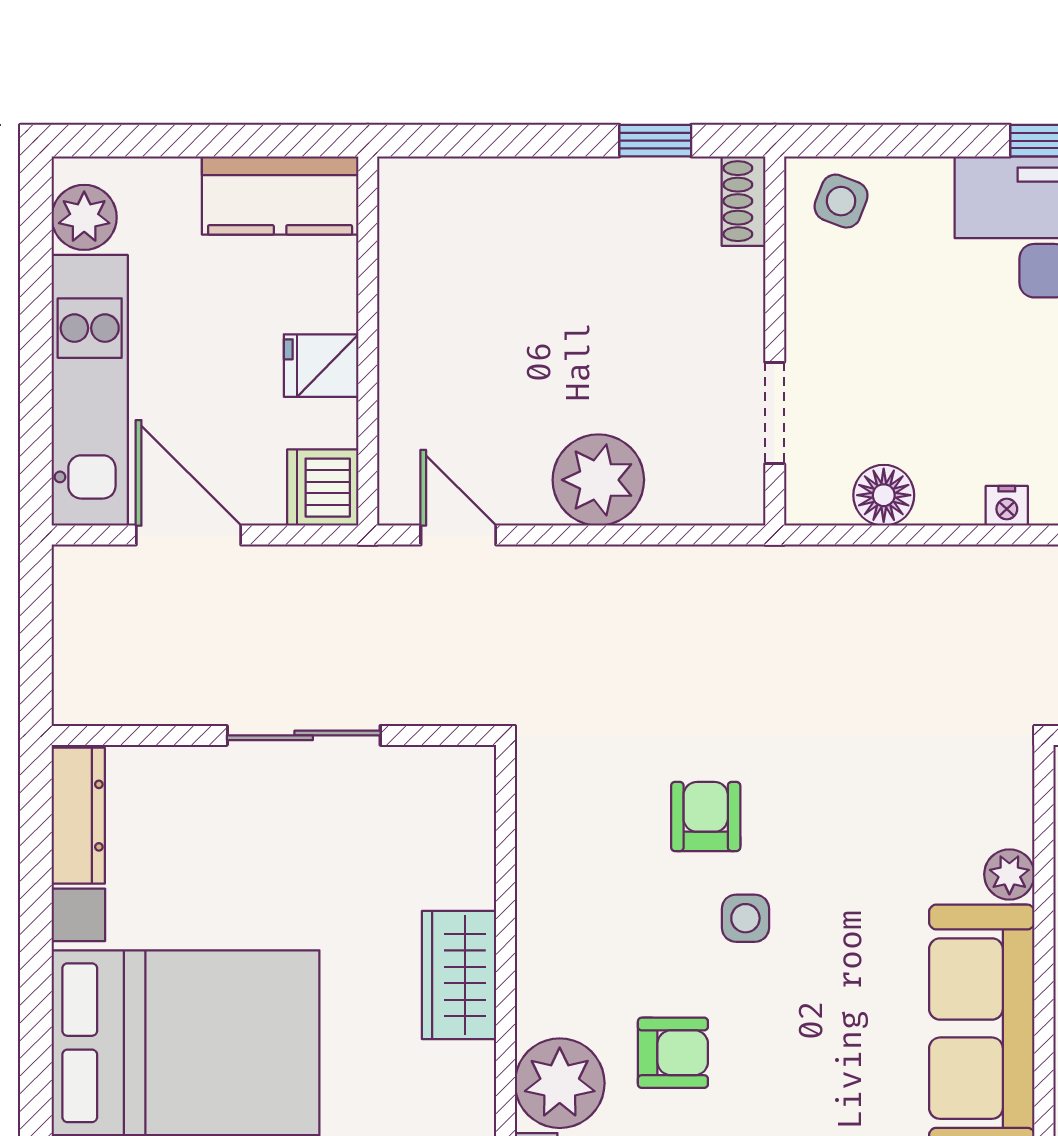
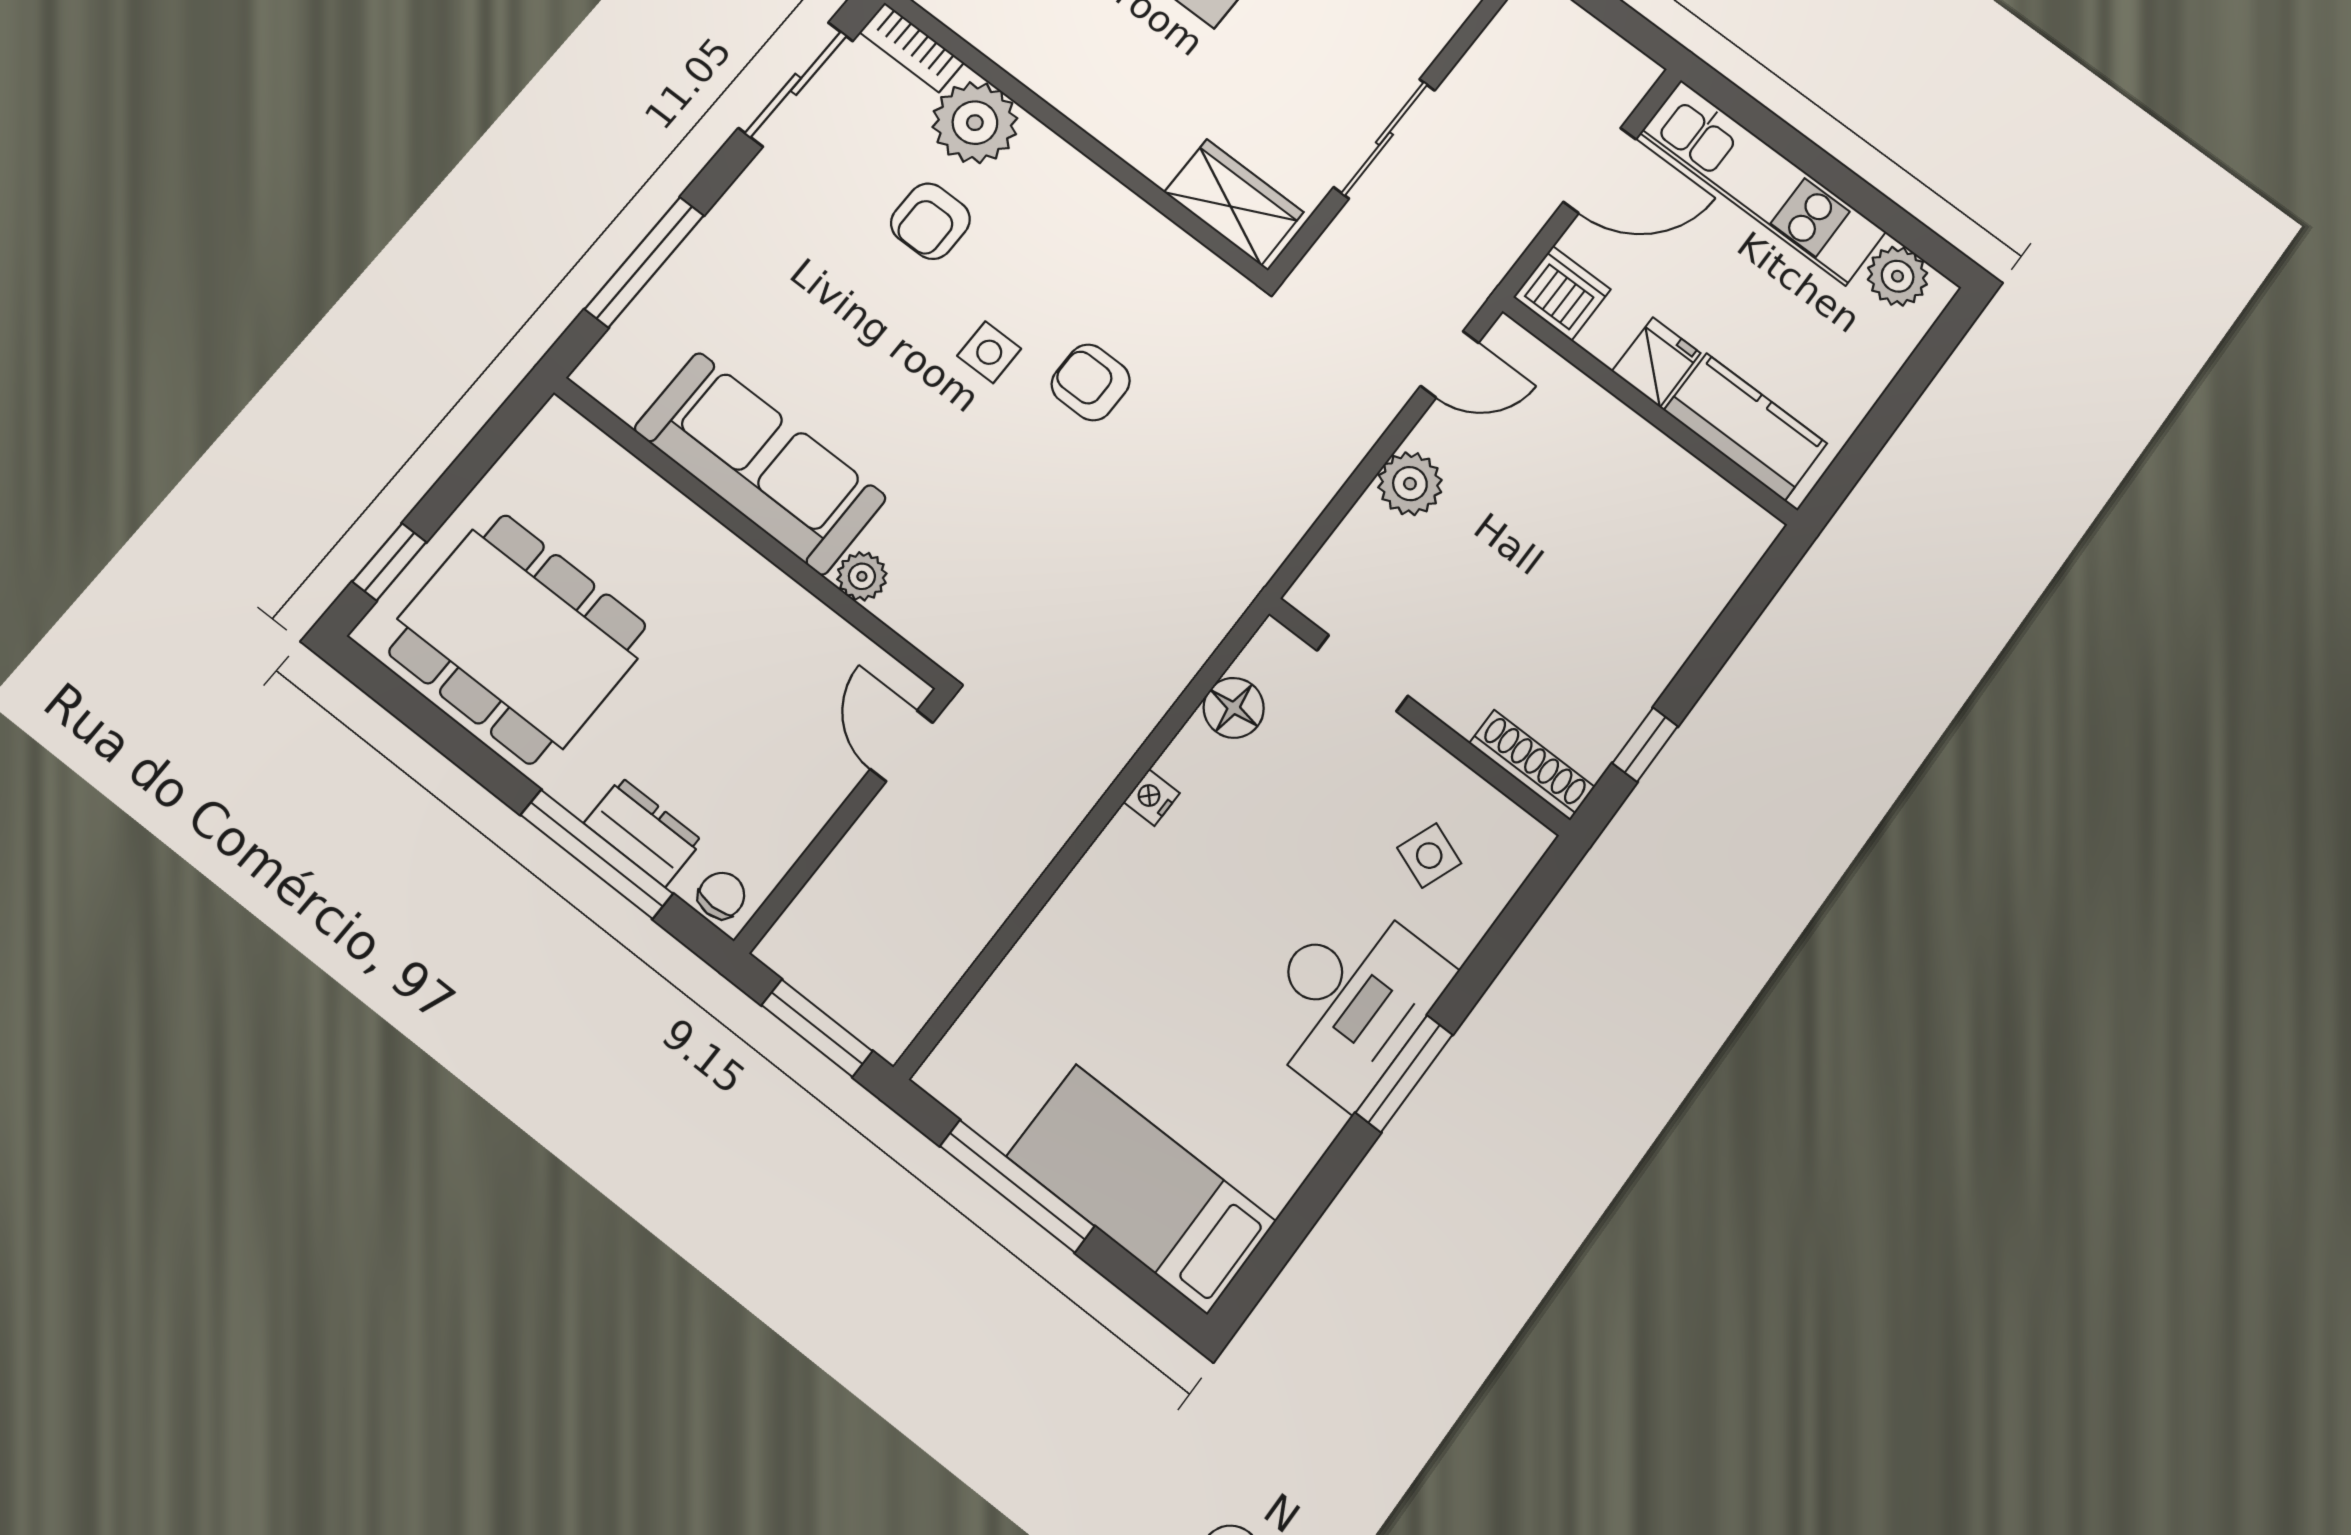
kitchen counter: (280, 195) -> (1745, 427), moved, turned 90
shoe rack: (743, 201) -> (1532, 765), width x1.43
side table: (841, 201) -> (1429, 856), moved
plant: (598, 480) -> (1410, 484), width x0.73, depth x0.73
armchair: (706, 816) -> (1091, 382), turned 180
wardrobe: (459, 975) -> (1234, 202), moved

